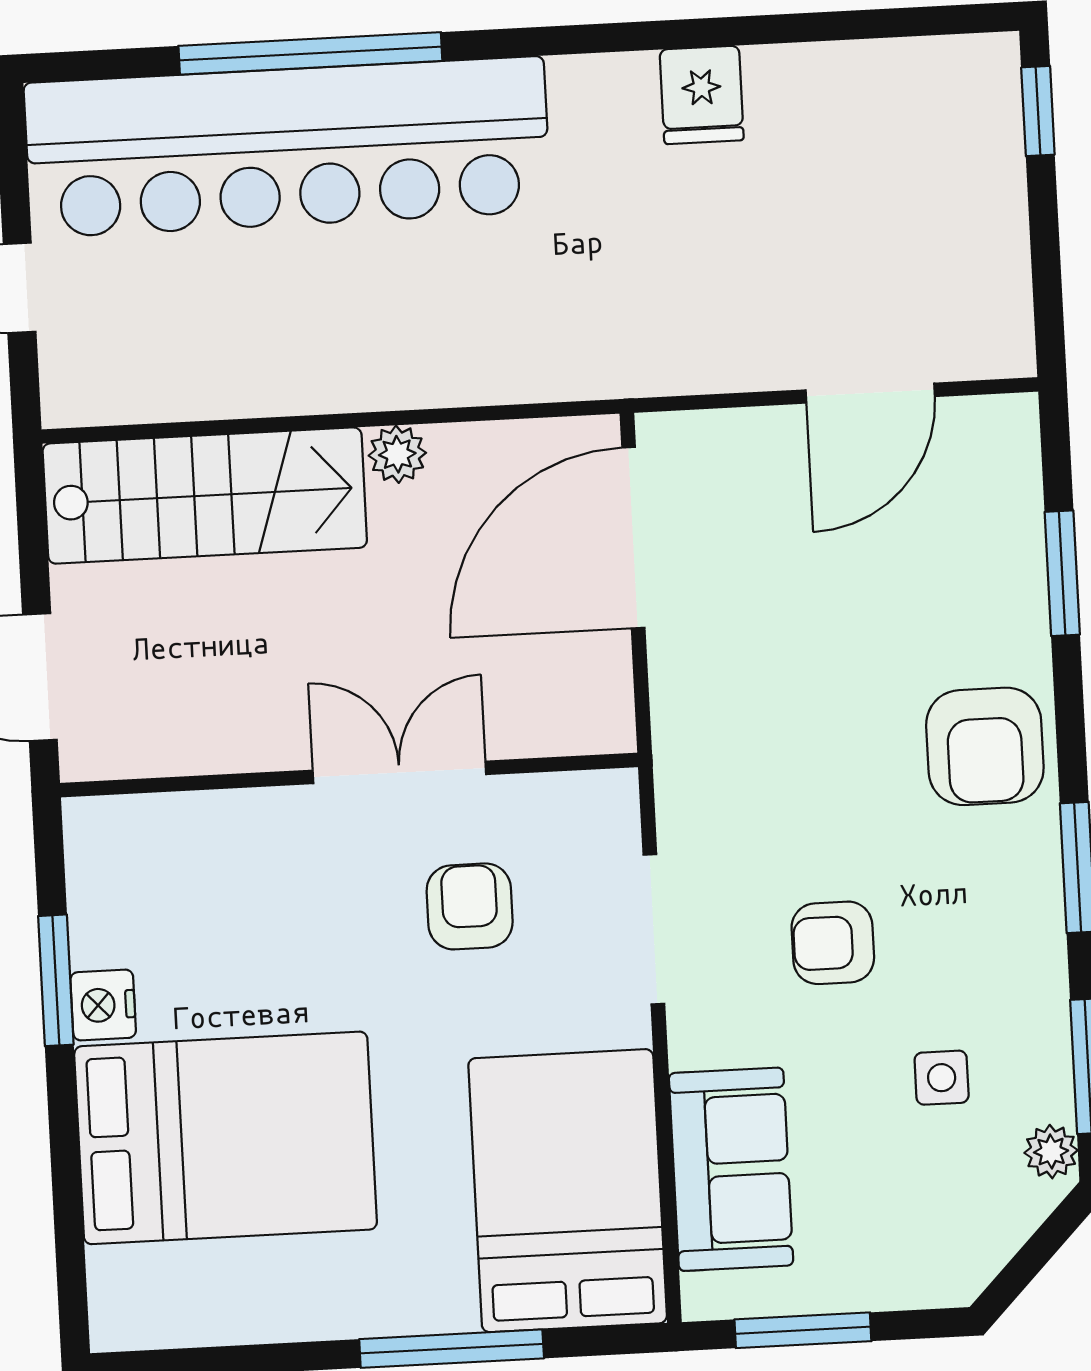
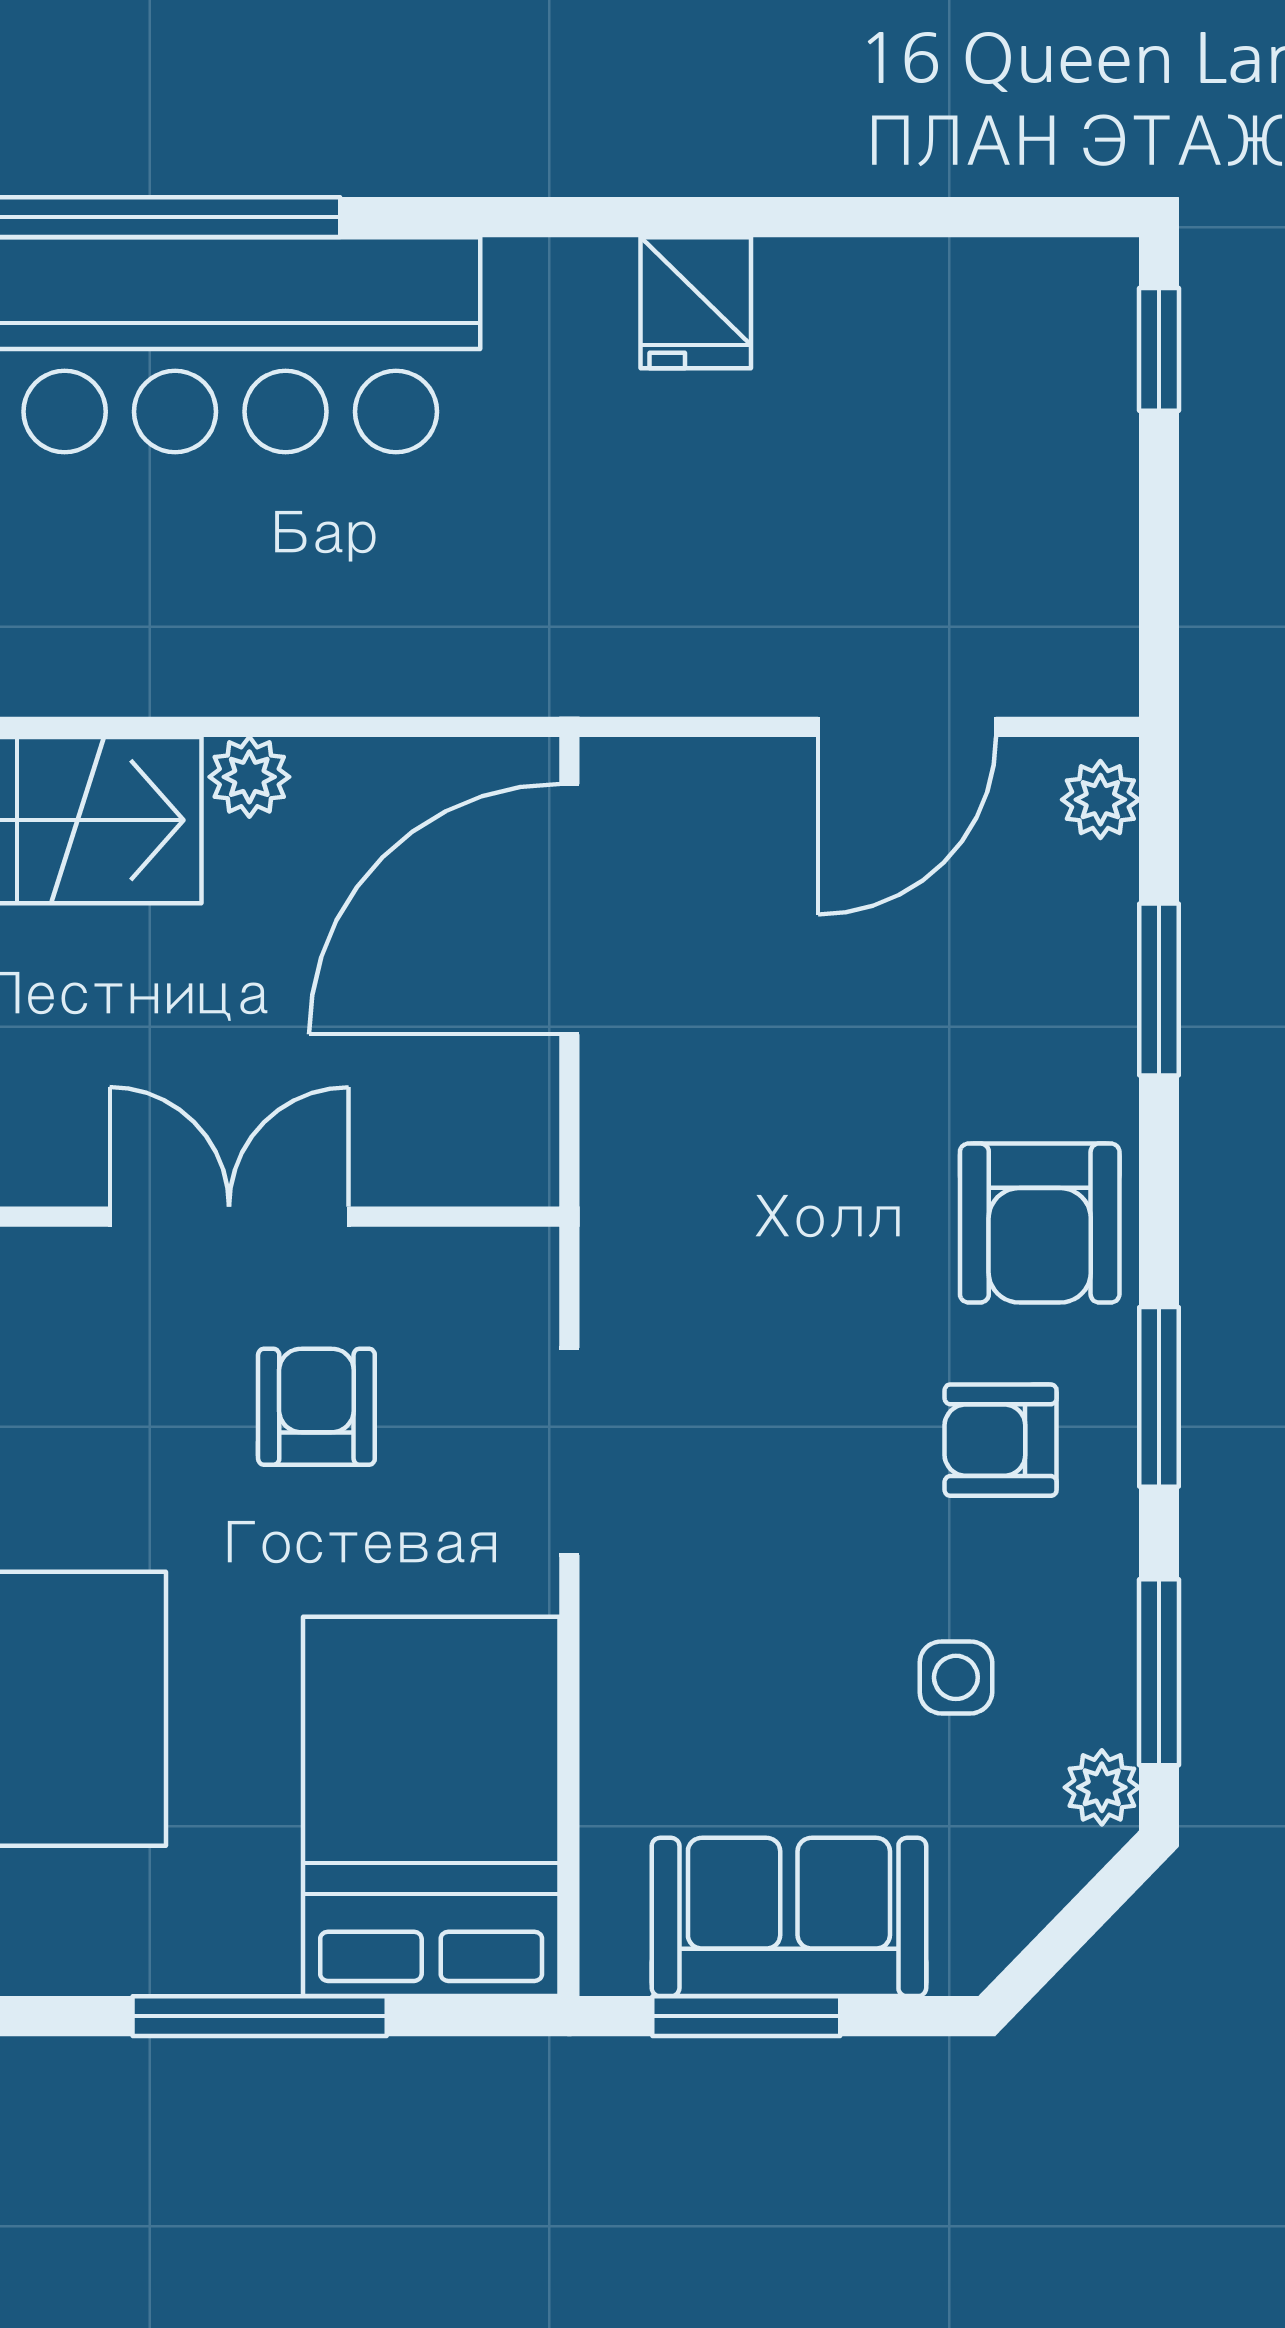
plant: (1013, 438) -> (1100, 800), added
armchair: (833, 943) -> (1001, 1440), moved
sofa: (731, 1169) -> (789, 1917), moved, turned -90

